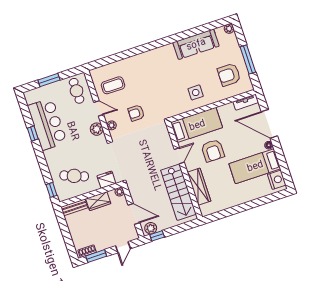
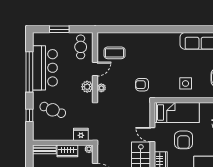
door: (99, 108) -> (95, 69), hinge flipped
armchair: (136, 113) -> (142, 85), moved
window: (33, 133) -> (29, 72), width x3.17
door: (179, 156) -> (152, 135), swing flipped
cafe table: (74, 176) -> (53, 110), moved
window: (52, 190) -> (29, 115), moved

